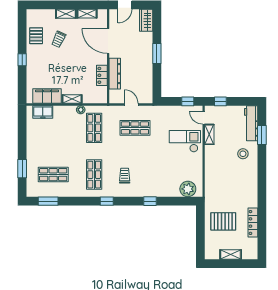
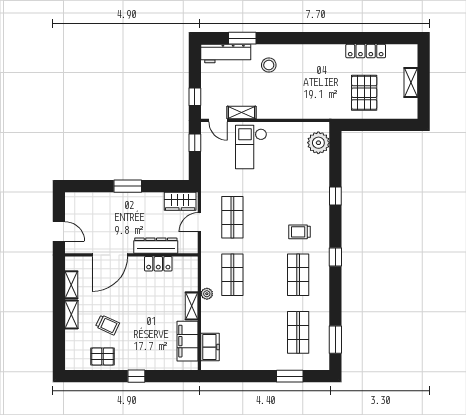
wardrobe: (146, 20) -> (180, 201), moved
door: (204, 118) -> (218, 120), hinge flipped
shop shelf: (94, 128) -> (232, 275), turned 90
shop shelf: (94, 175) -> (298, 275), turned 90

